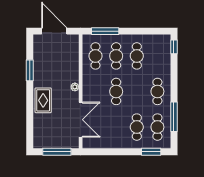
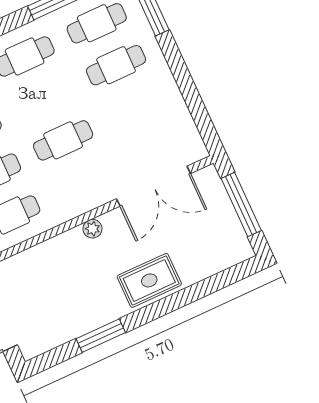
double door: (81, 120) -> (154, 186), swing flipped

